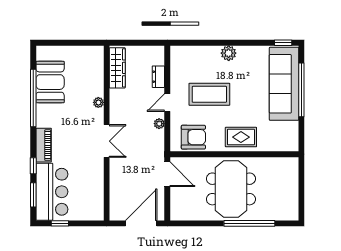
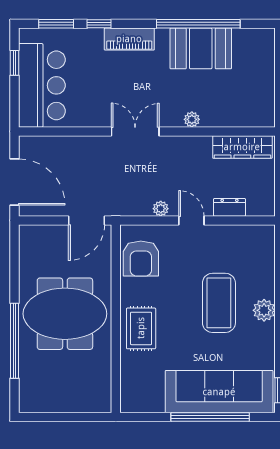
booth: (50, 82) -> (201, 48), moved
coffee table: (209, 94) -> (219, 303), moved
double door: (107, 141) -> (135, 131), swing flipped
bar counter: (52, 192) -> (42, 85), moved, turned -90

